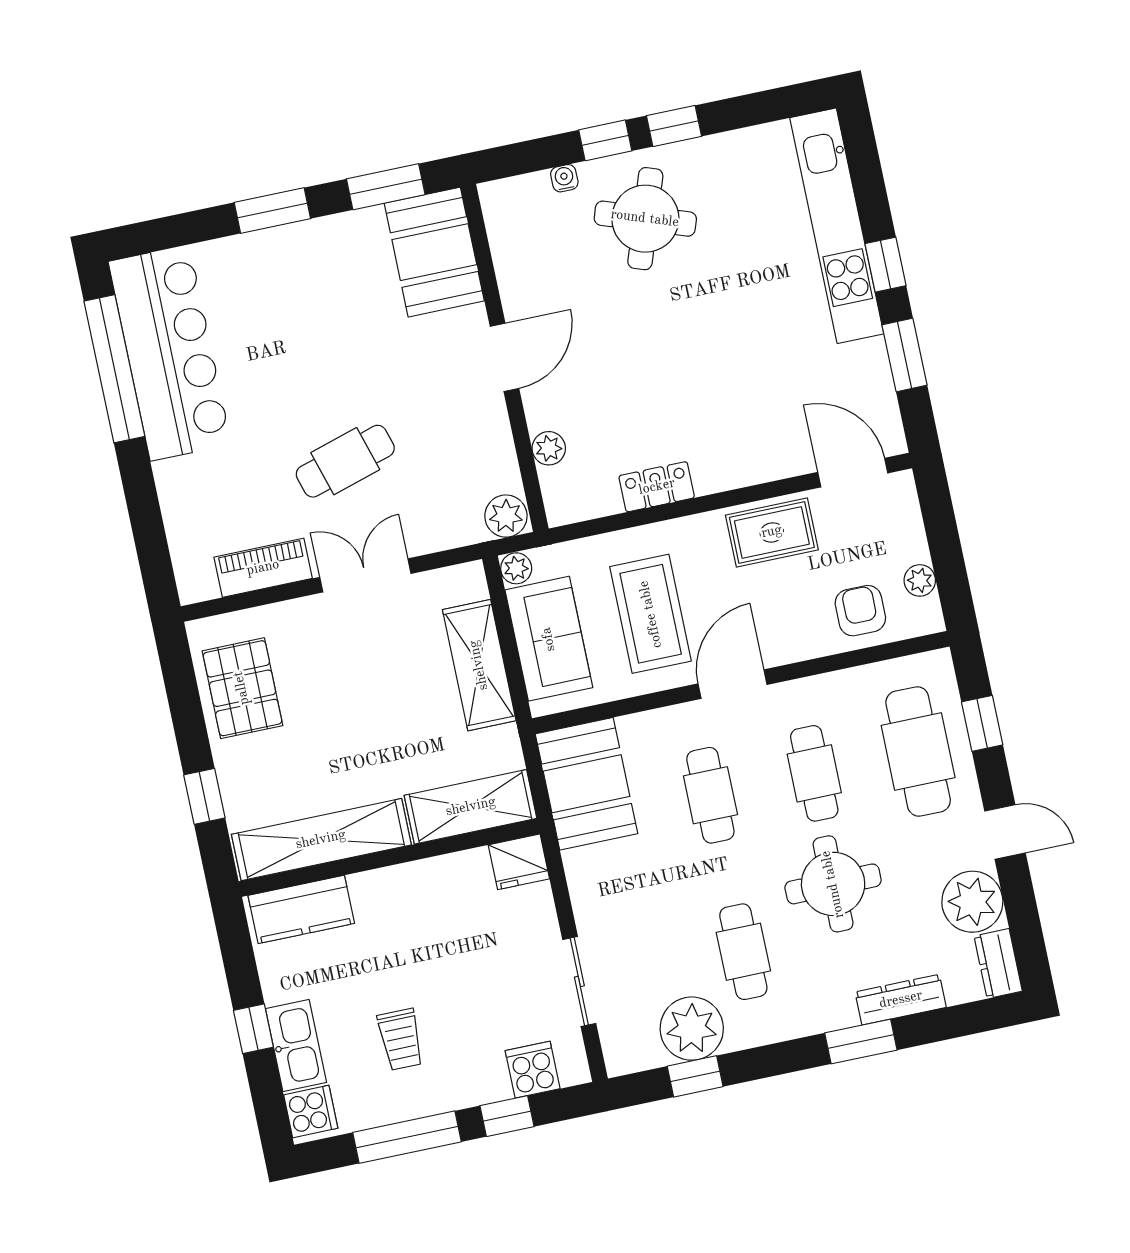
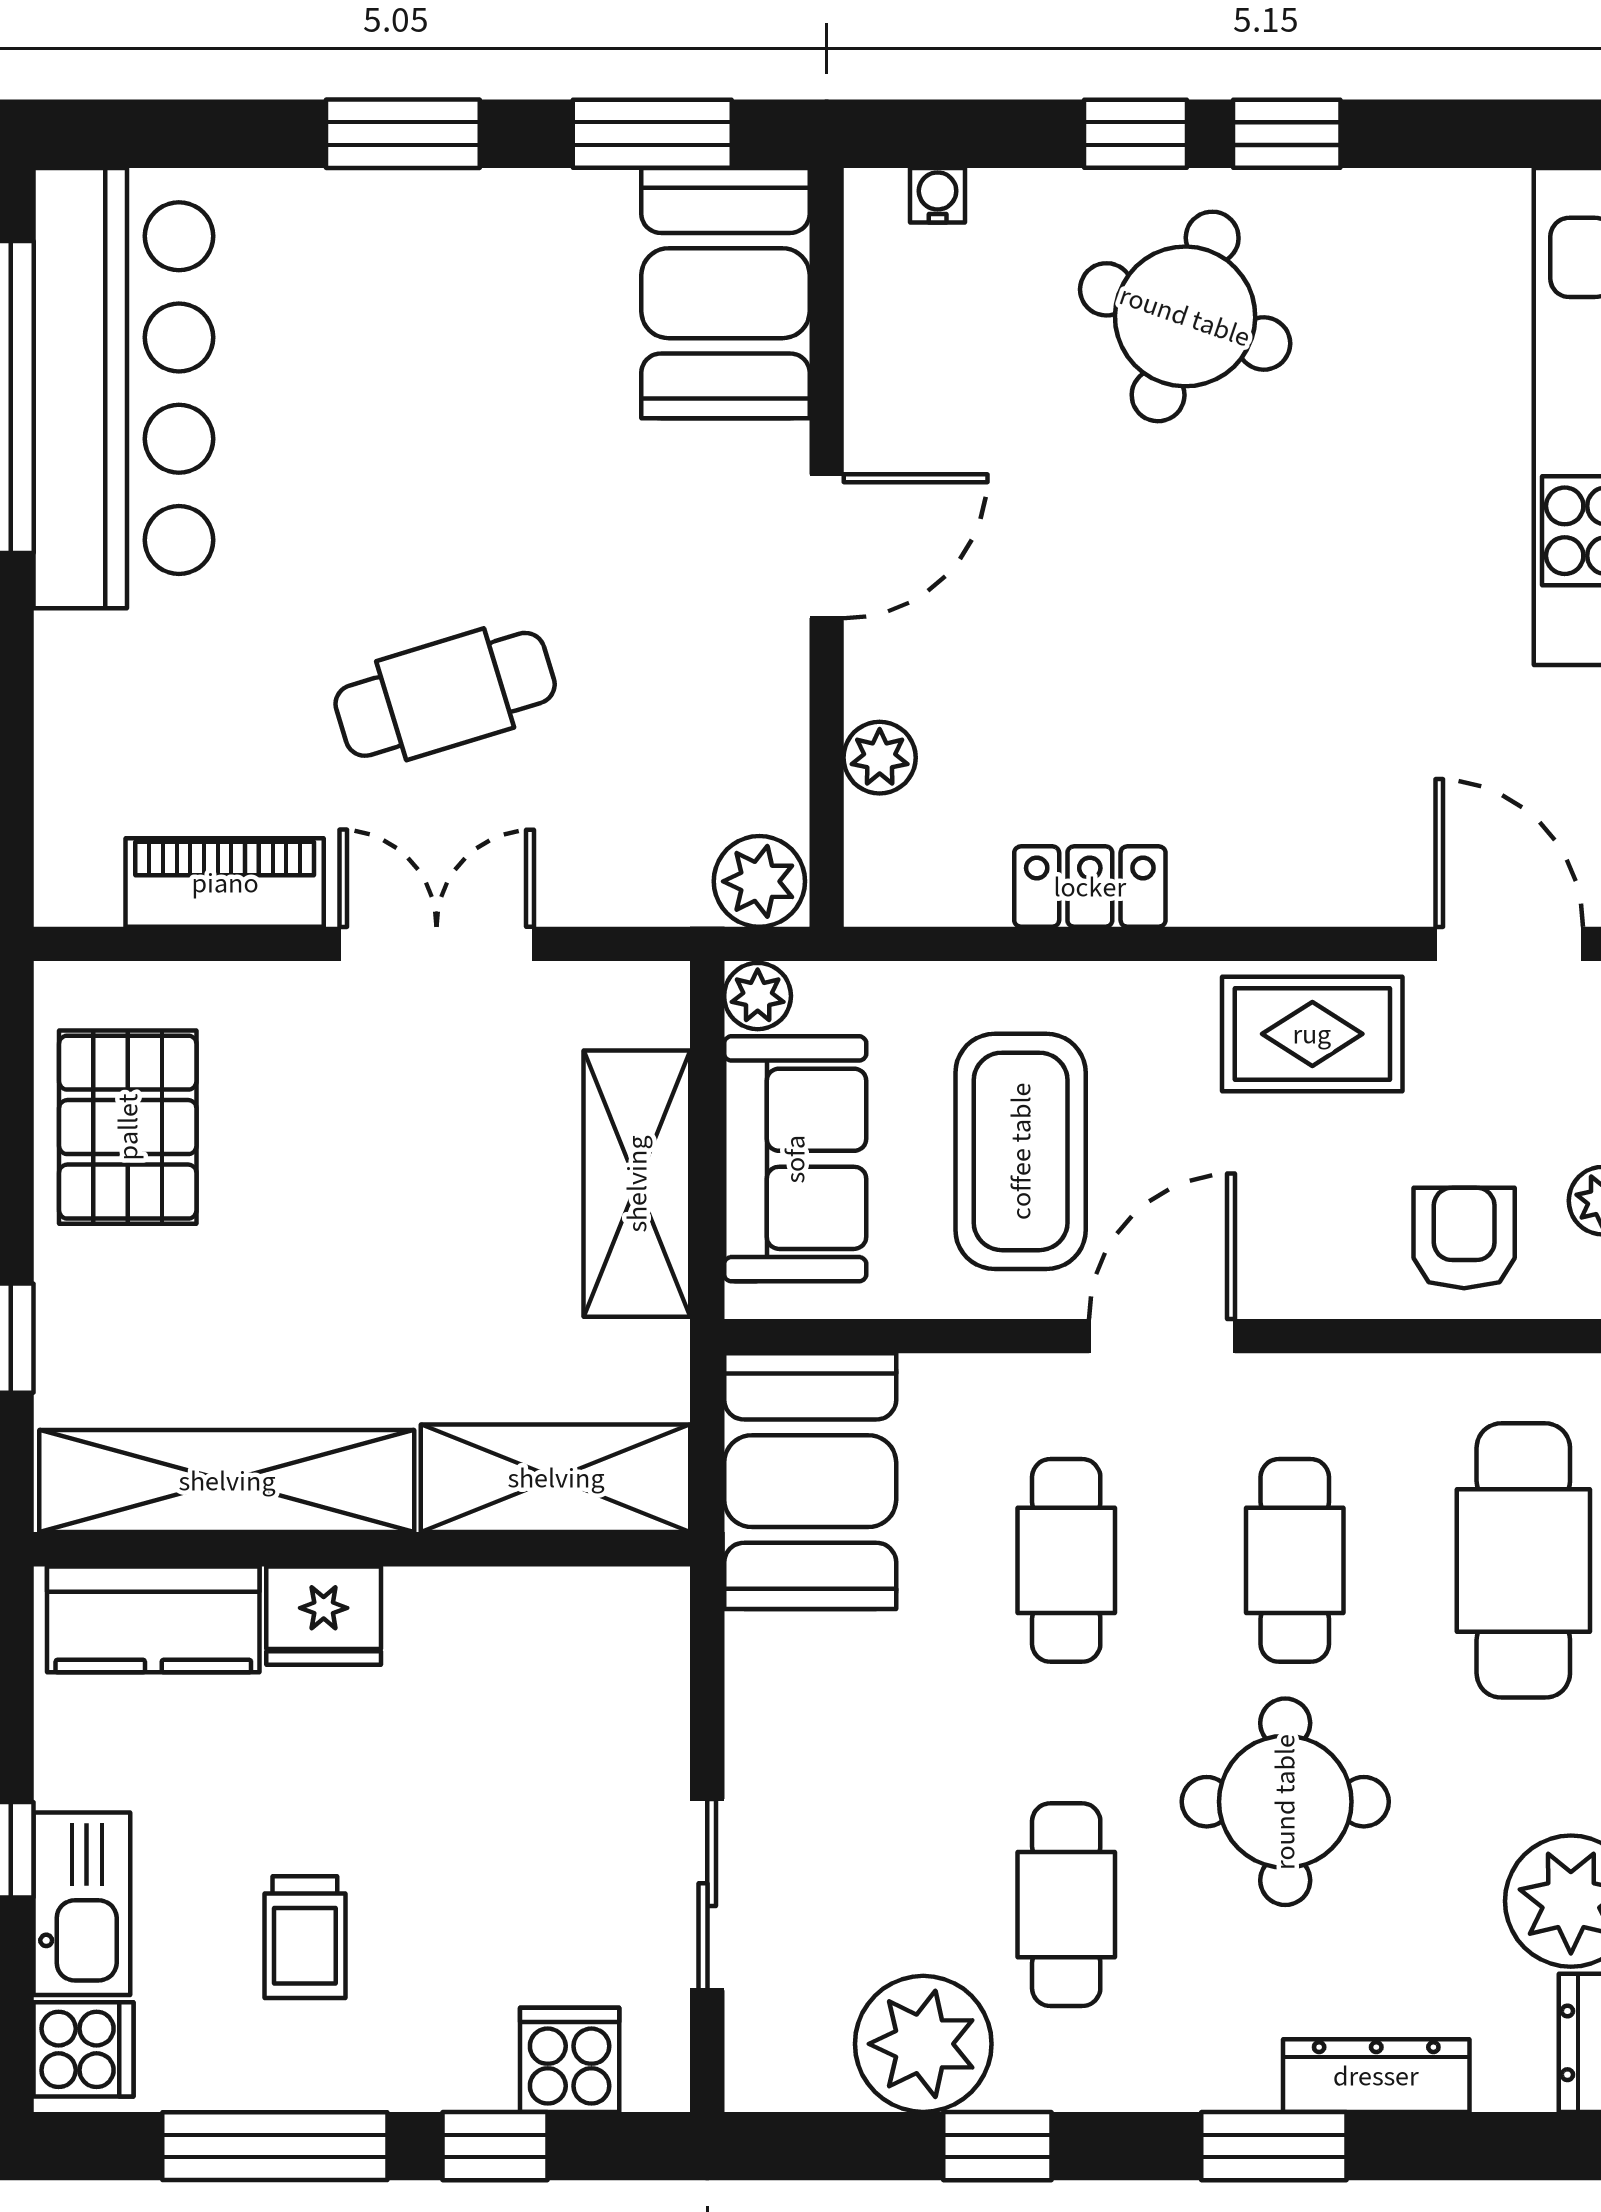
water cooler: (564, 178) -> (938, 195), moved
fridge: (519, 862) -> (324, 1616), moved
window: (695, 1076) -> (997, 2146), moved

